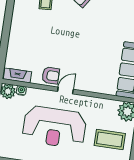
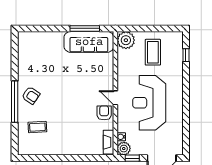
reception desk: (54, 127) -> (149, 103), turned 180

